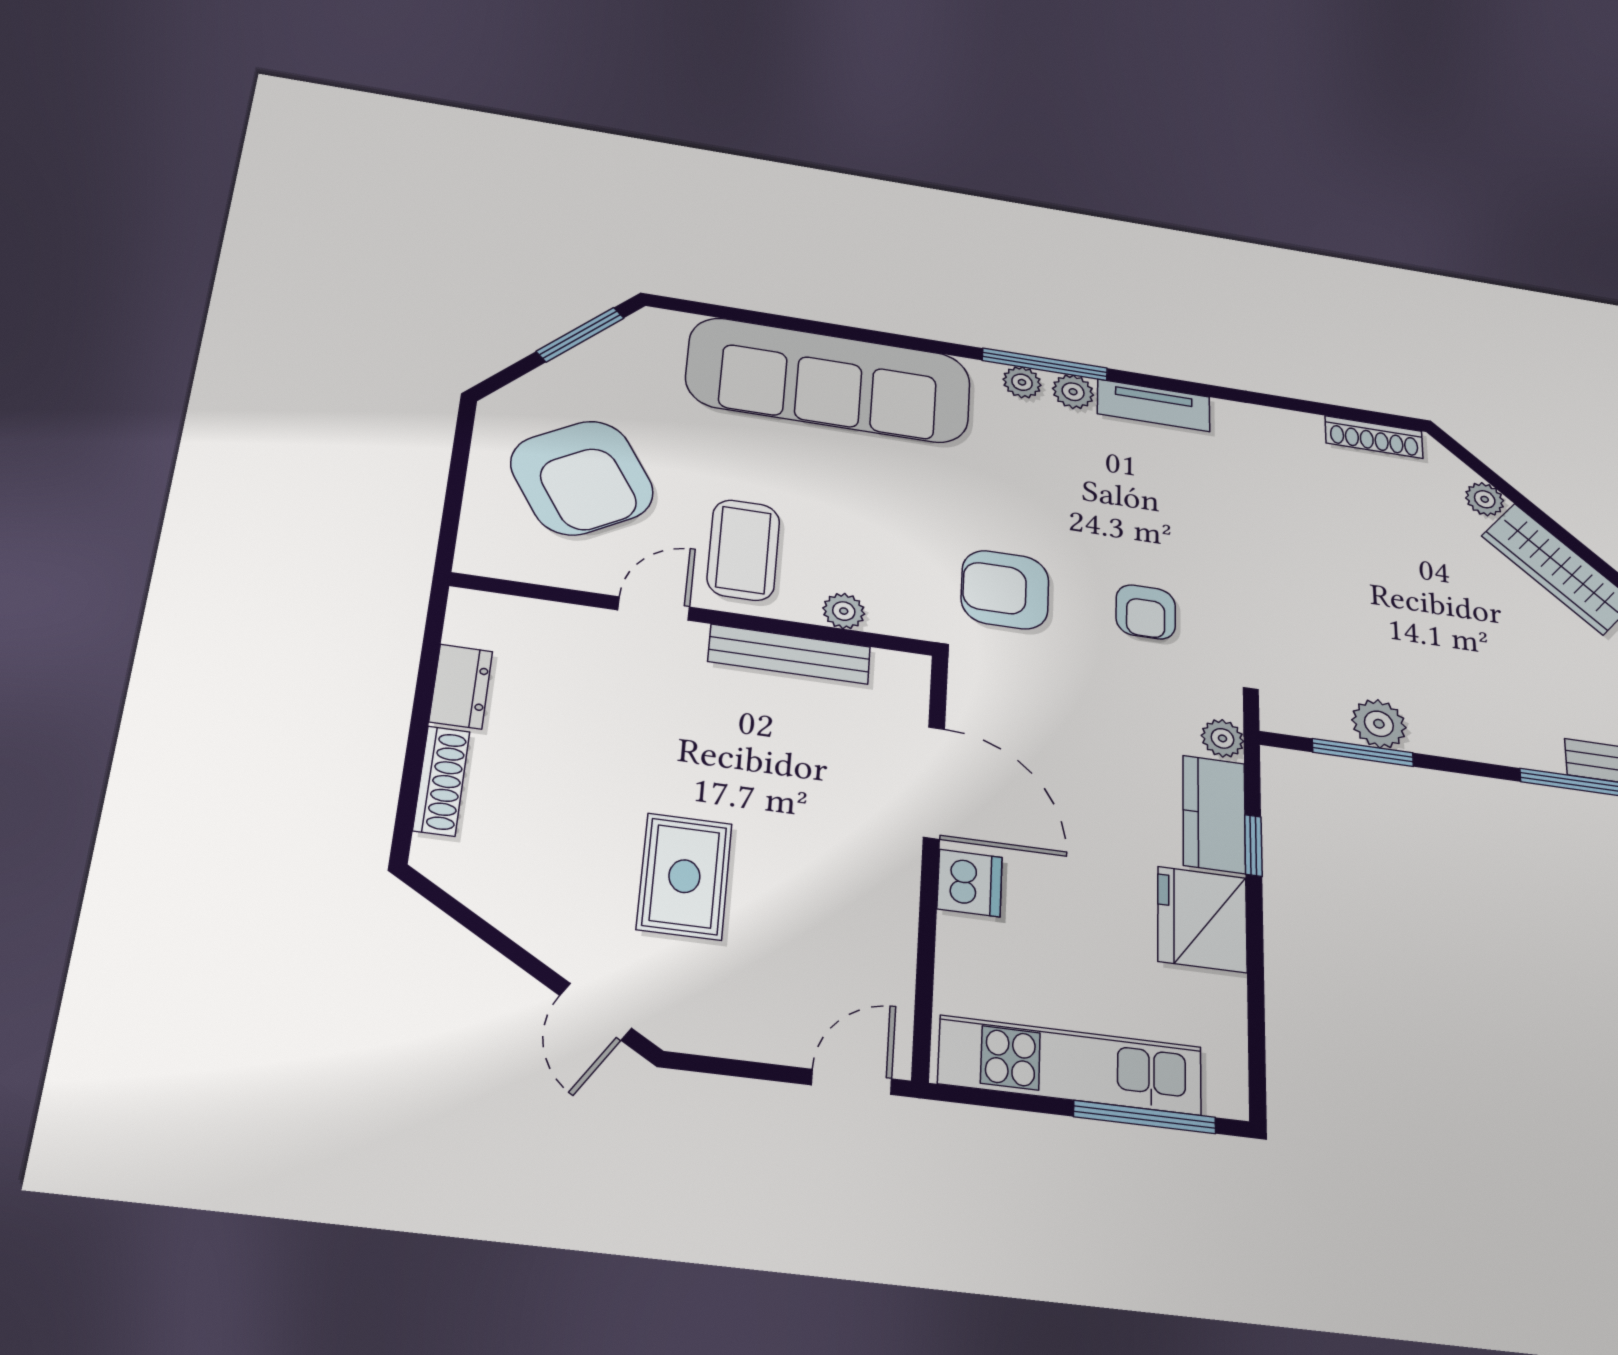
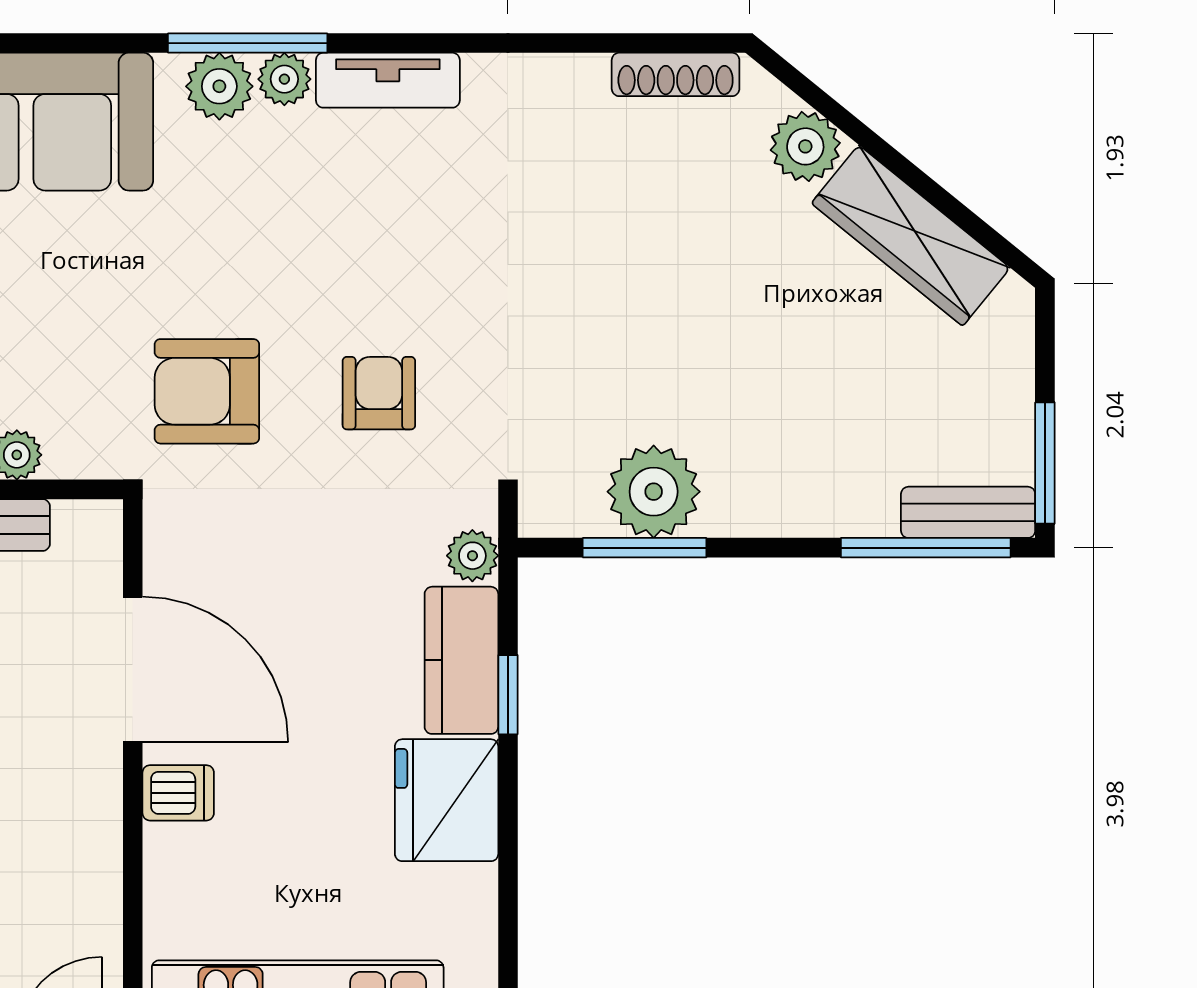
plant: (1022, 382) -> (219, 86), width x1.38, depth x1.38
plant: (1485, 499) -> (805, 146), width x1.38, depth x1.38
armchair: (1146, 612) -> (379, 393), turned 180
plant: (1379, 724) -> (654, 492), width x1.36, depth x1.36
dishwasher: (970, 883) -> (178, 793), width x0.73

